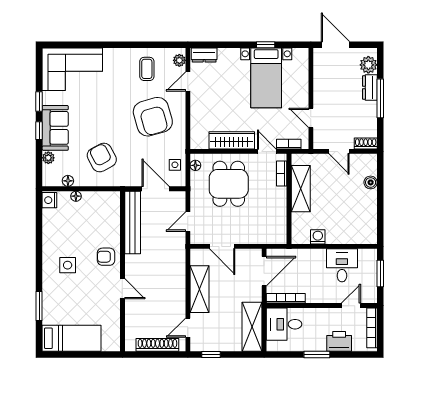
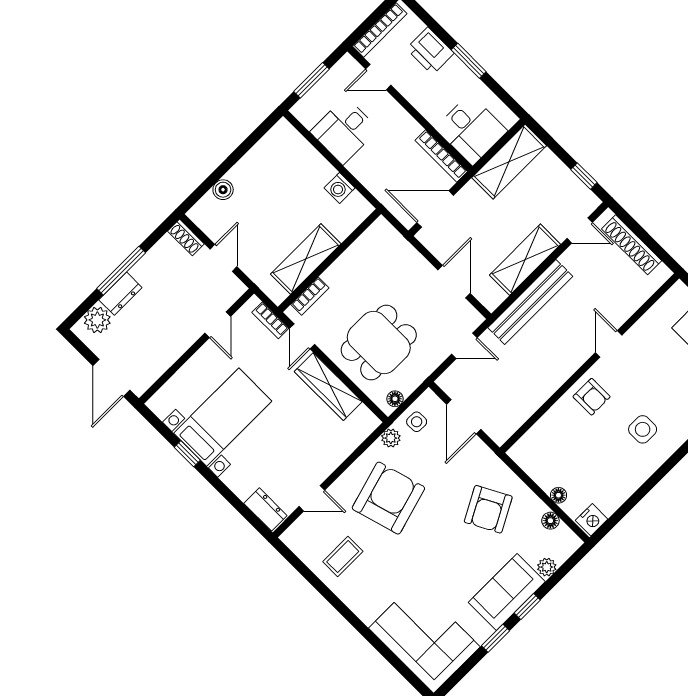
plant: (179, 60) -> (391, 438), moved
bench: (133, 222) -> (530, 302), moved

